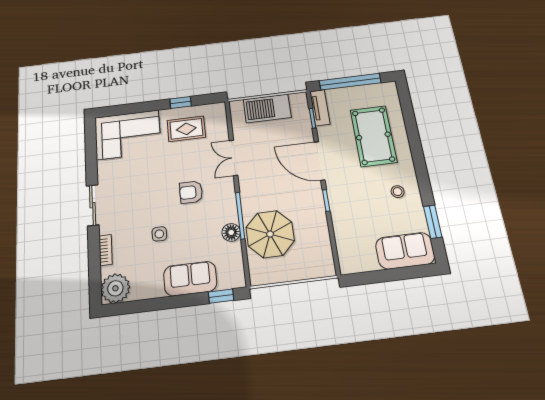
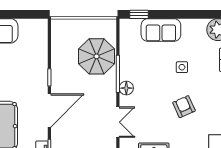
door: (320, 161) -> (49, 111), hinge flipped
armchair: (191, 192) -> (184, 107), moved, turned -114
floor lamp: (231, 232) -> (126, 88), moved

